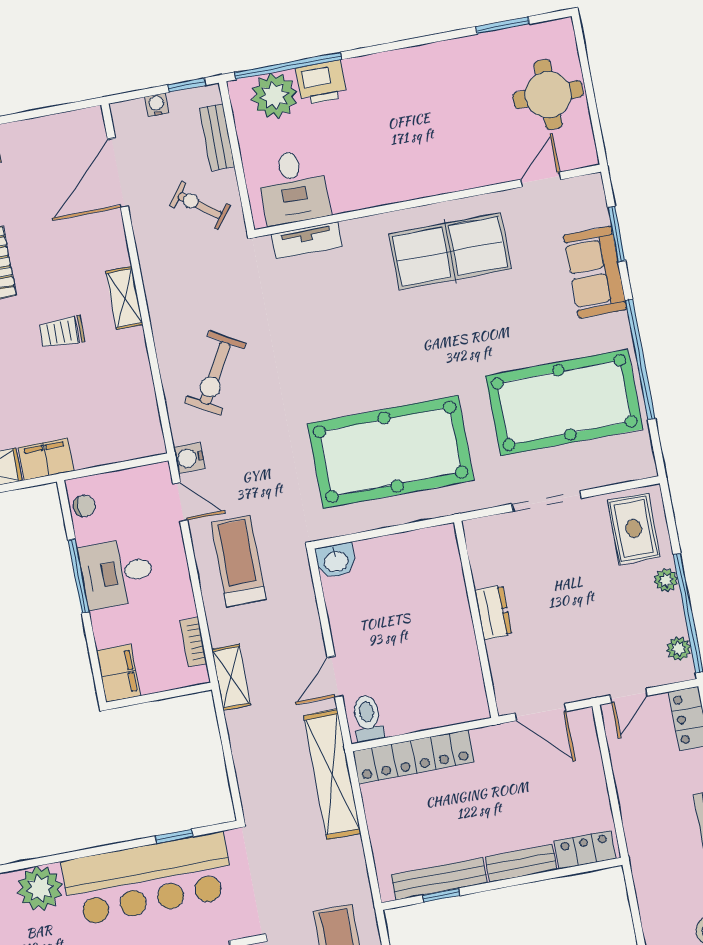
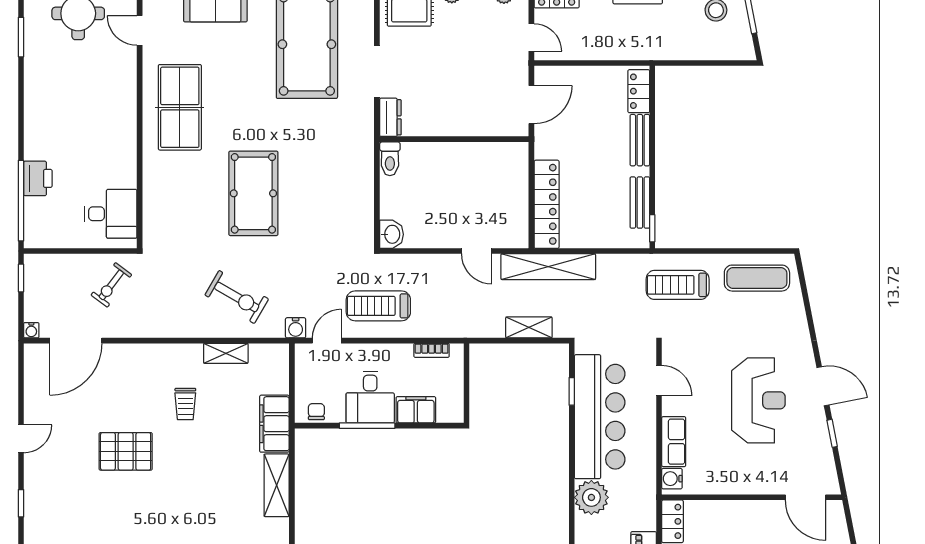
plant: (274, 96) -> (41, 215), removed
water cooler: (157, 105) -> (31, 330), moved, turned -90
bench: (217, 137) -> (64, 263), removed
door: (118, 173) -> (76, 341), hinge flipped
tv unit: (307, 240) -> (152, 211), removed
shelving: (124, 298) -> (226, 353), moved
pool table: (391, 452) -> (253, 193), moved, width x0.73, depth x0.76
filing cabinet: (46, 459) -> (274, 424), width x1.50, depth x1.17
dresser: (493, 612) -> (390, 117), moved, turned 90
filing cabinet: (118, 673) -> (416, 410), moved
shelving: (231, 677) -> (529, 327), moved
toilet: (367, 718) -> (390, 159), moved, turned -90
bench: (439, 879) -> (640, 203), width x0.73
window: (441, 895) -> (652, 228), moved

